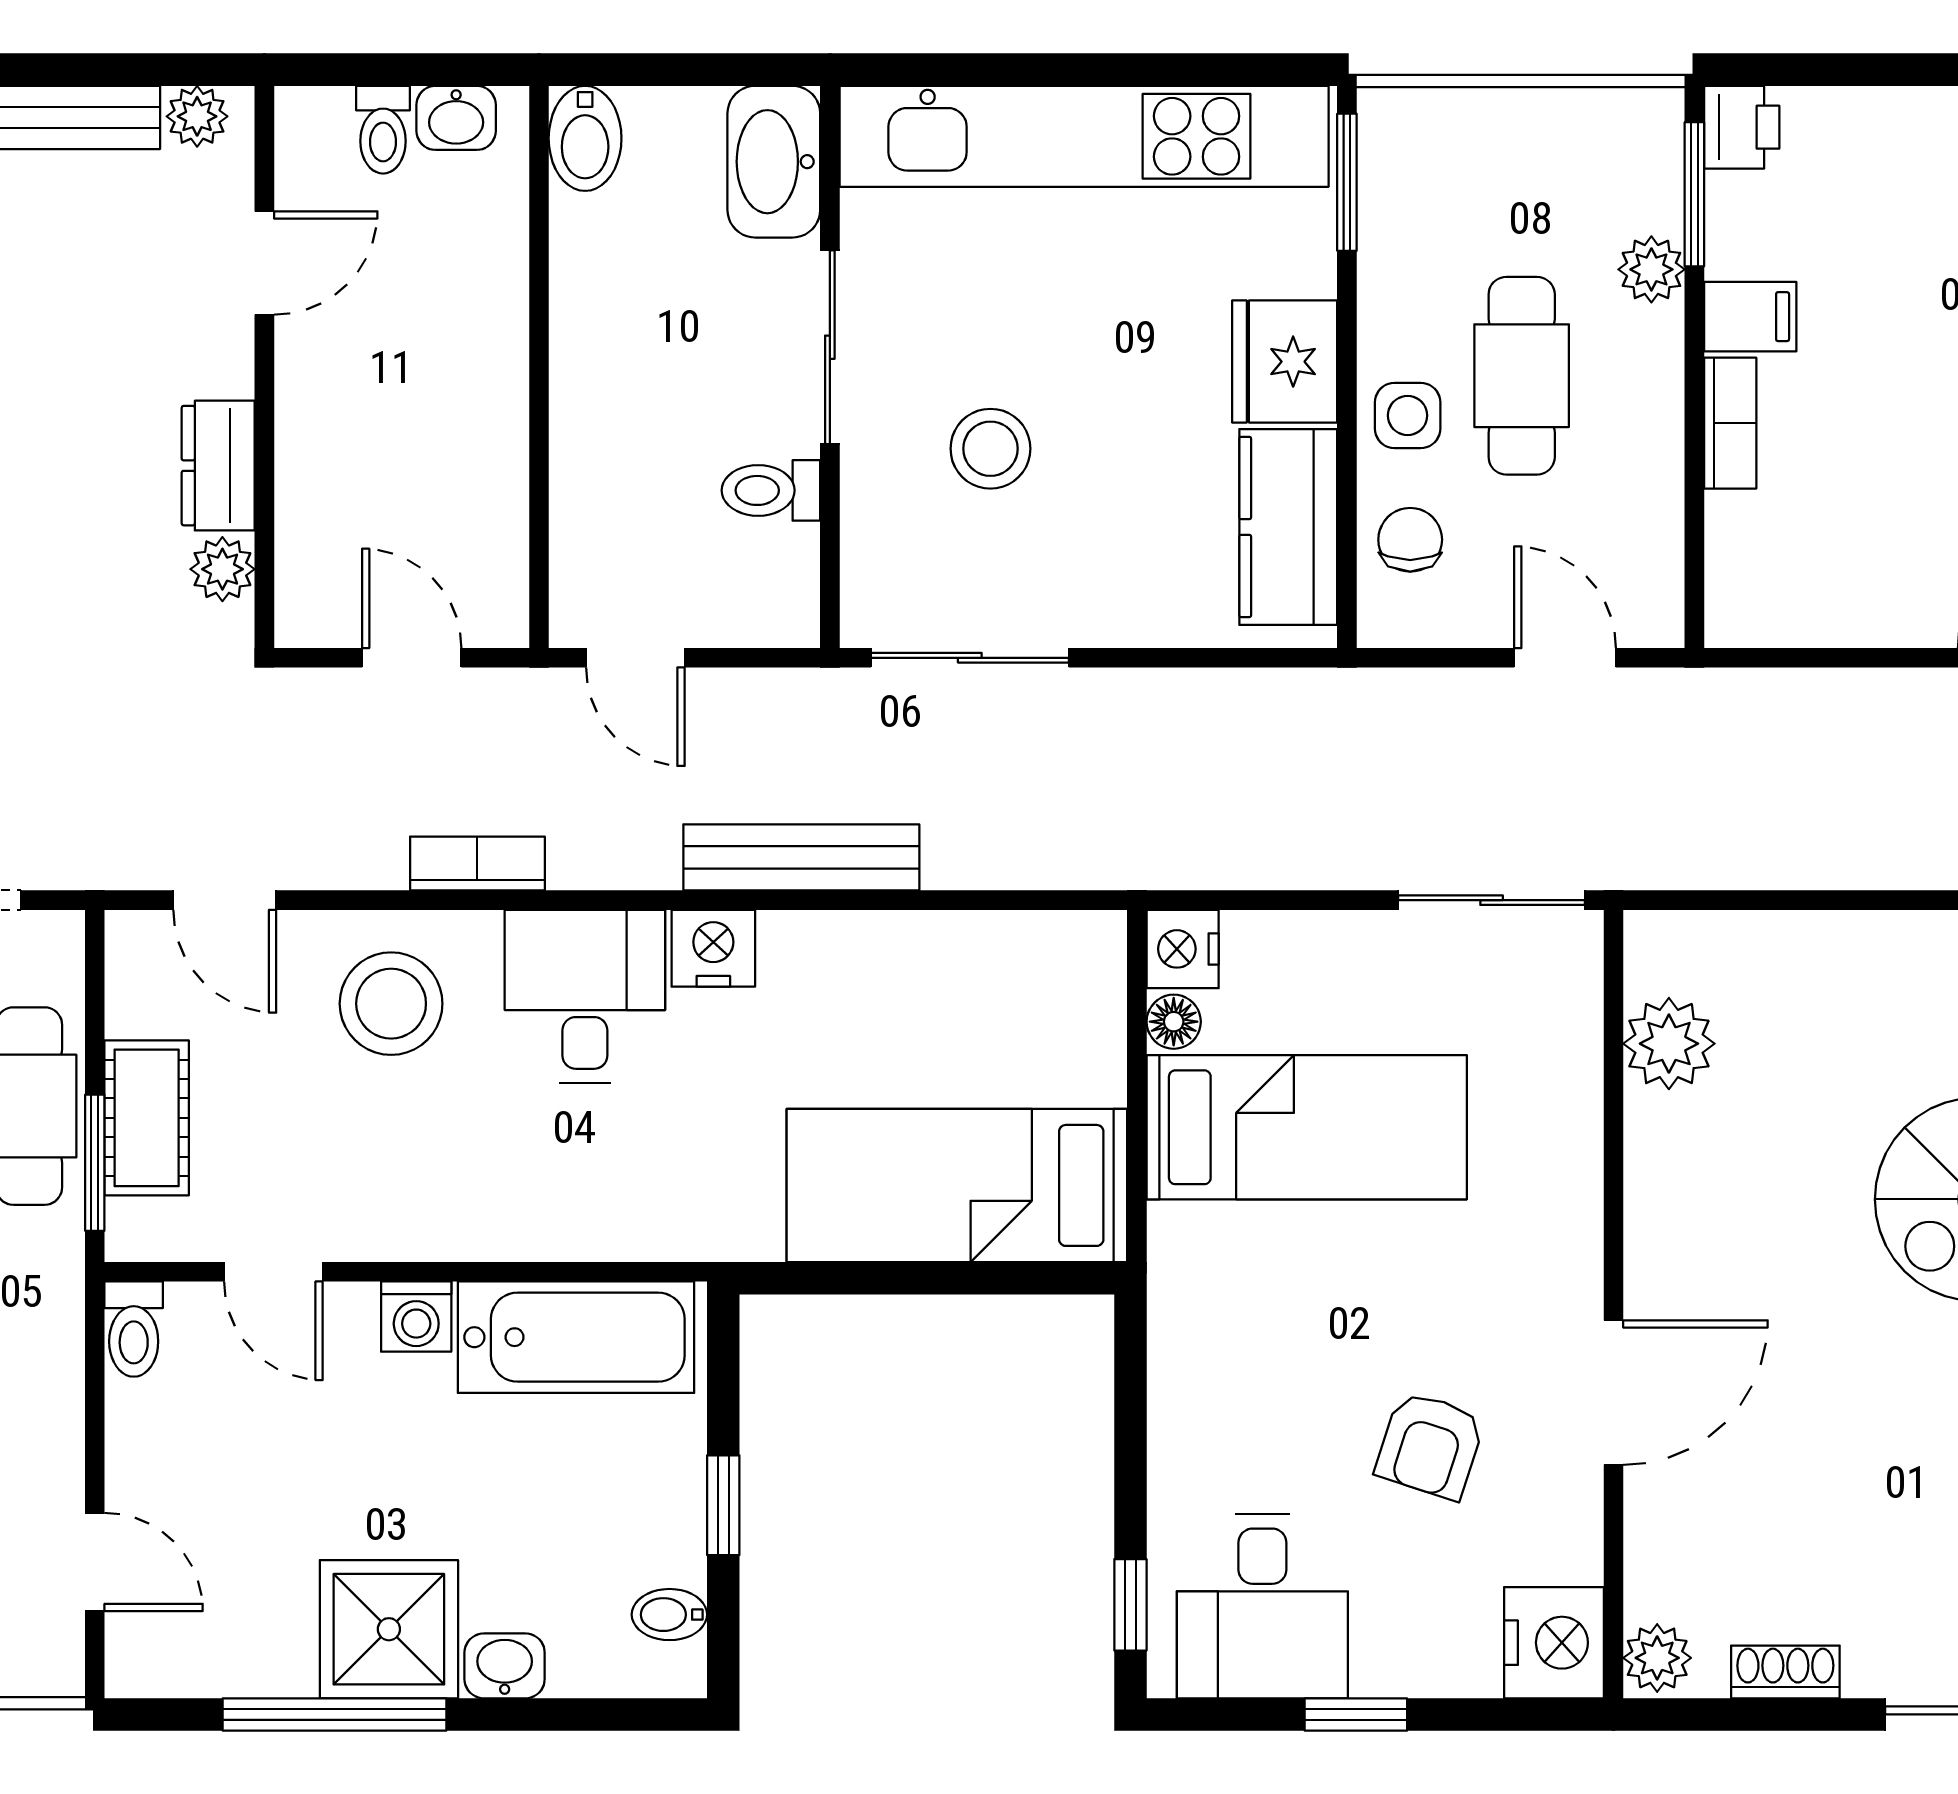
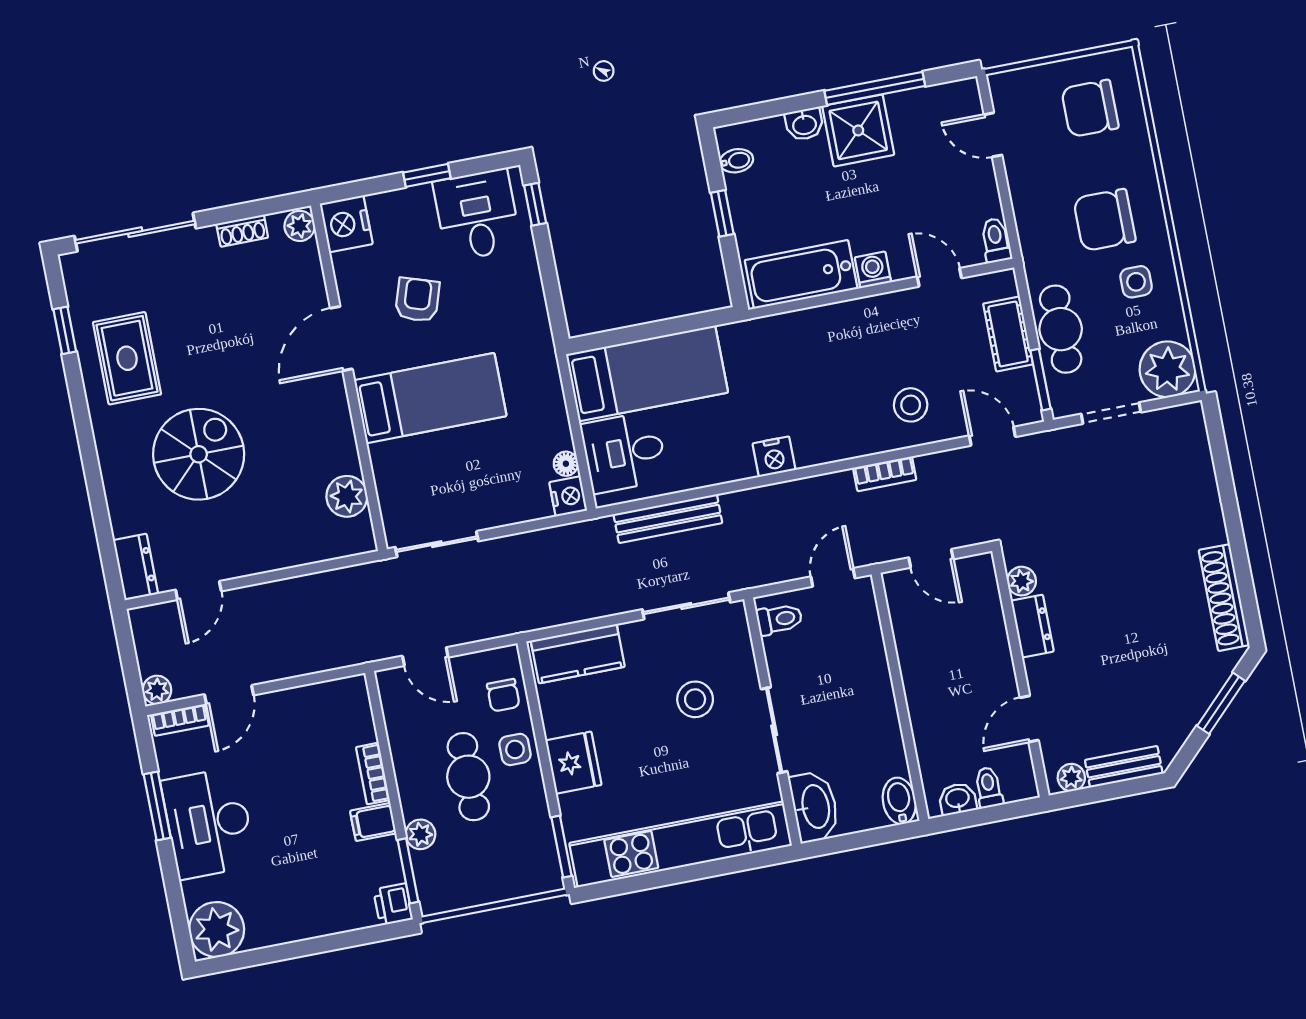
toilet: (771, 490) -> (779, 619), moved
kitchen counter: (1288, 527) -> (578, 654), moved, turned 90
door: (635, 658) -> (833, 577), hinge flipped
bench: (801, 857) -> (668, 519), moved
desk: (585, 996) -> (624, 452), moved, turned 90
stool: (391, 1004) -> (911, 405), width x0.73, depth x0.73
bed: (1307, 1127) -> (430, 398), moved, turned 180
window: (95, 1163) -> (1041, 380), moved

